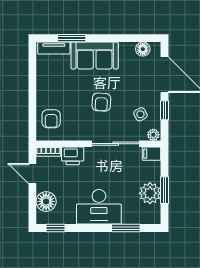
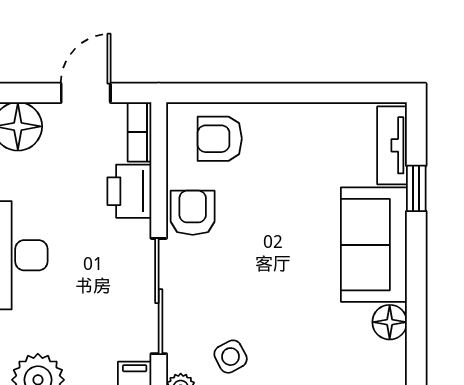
window: (72, 38) -> (416, 188), width x0.67
floor lamp: (143, 49) -> (390, 322), moved
armchair: (101, 102) -> (193, 213), moved, turned 87

